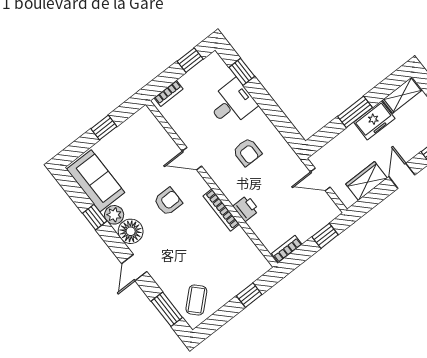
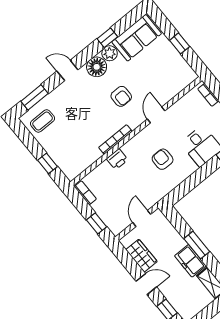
armchair: (247, 152) -> (163, 159), turned 90
coffee table: (196, 300) -> (43, 121), turned -47

